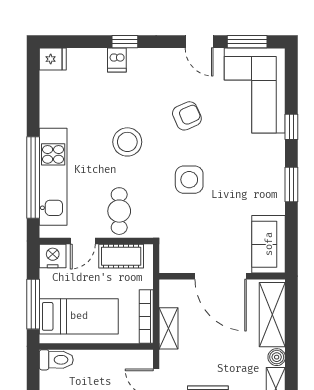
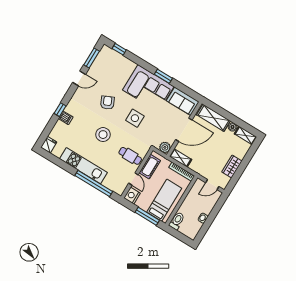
corner sofa: (255, 90) -> (148, 88), moved
window: (291, 127) -> (119, 49), moved
kitchen unit: (53, 177) -> (83, 166), moved
plant: (170, 262) -> (165, 147), added
shelving: (169, 328) -> (181, 158), moved

